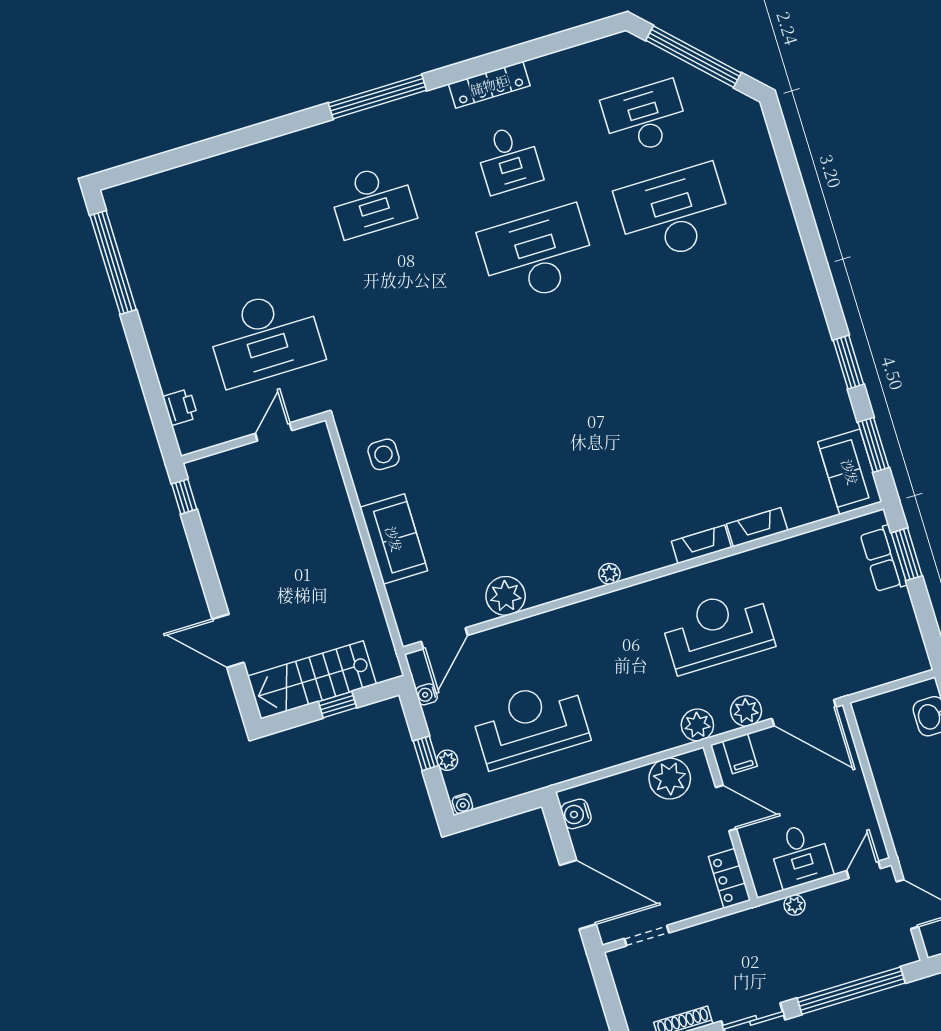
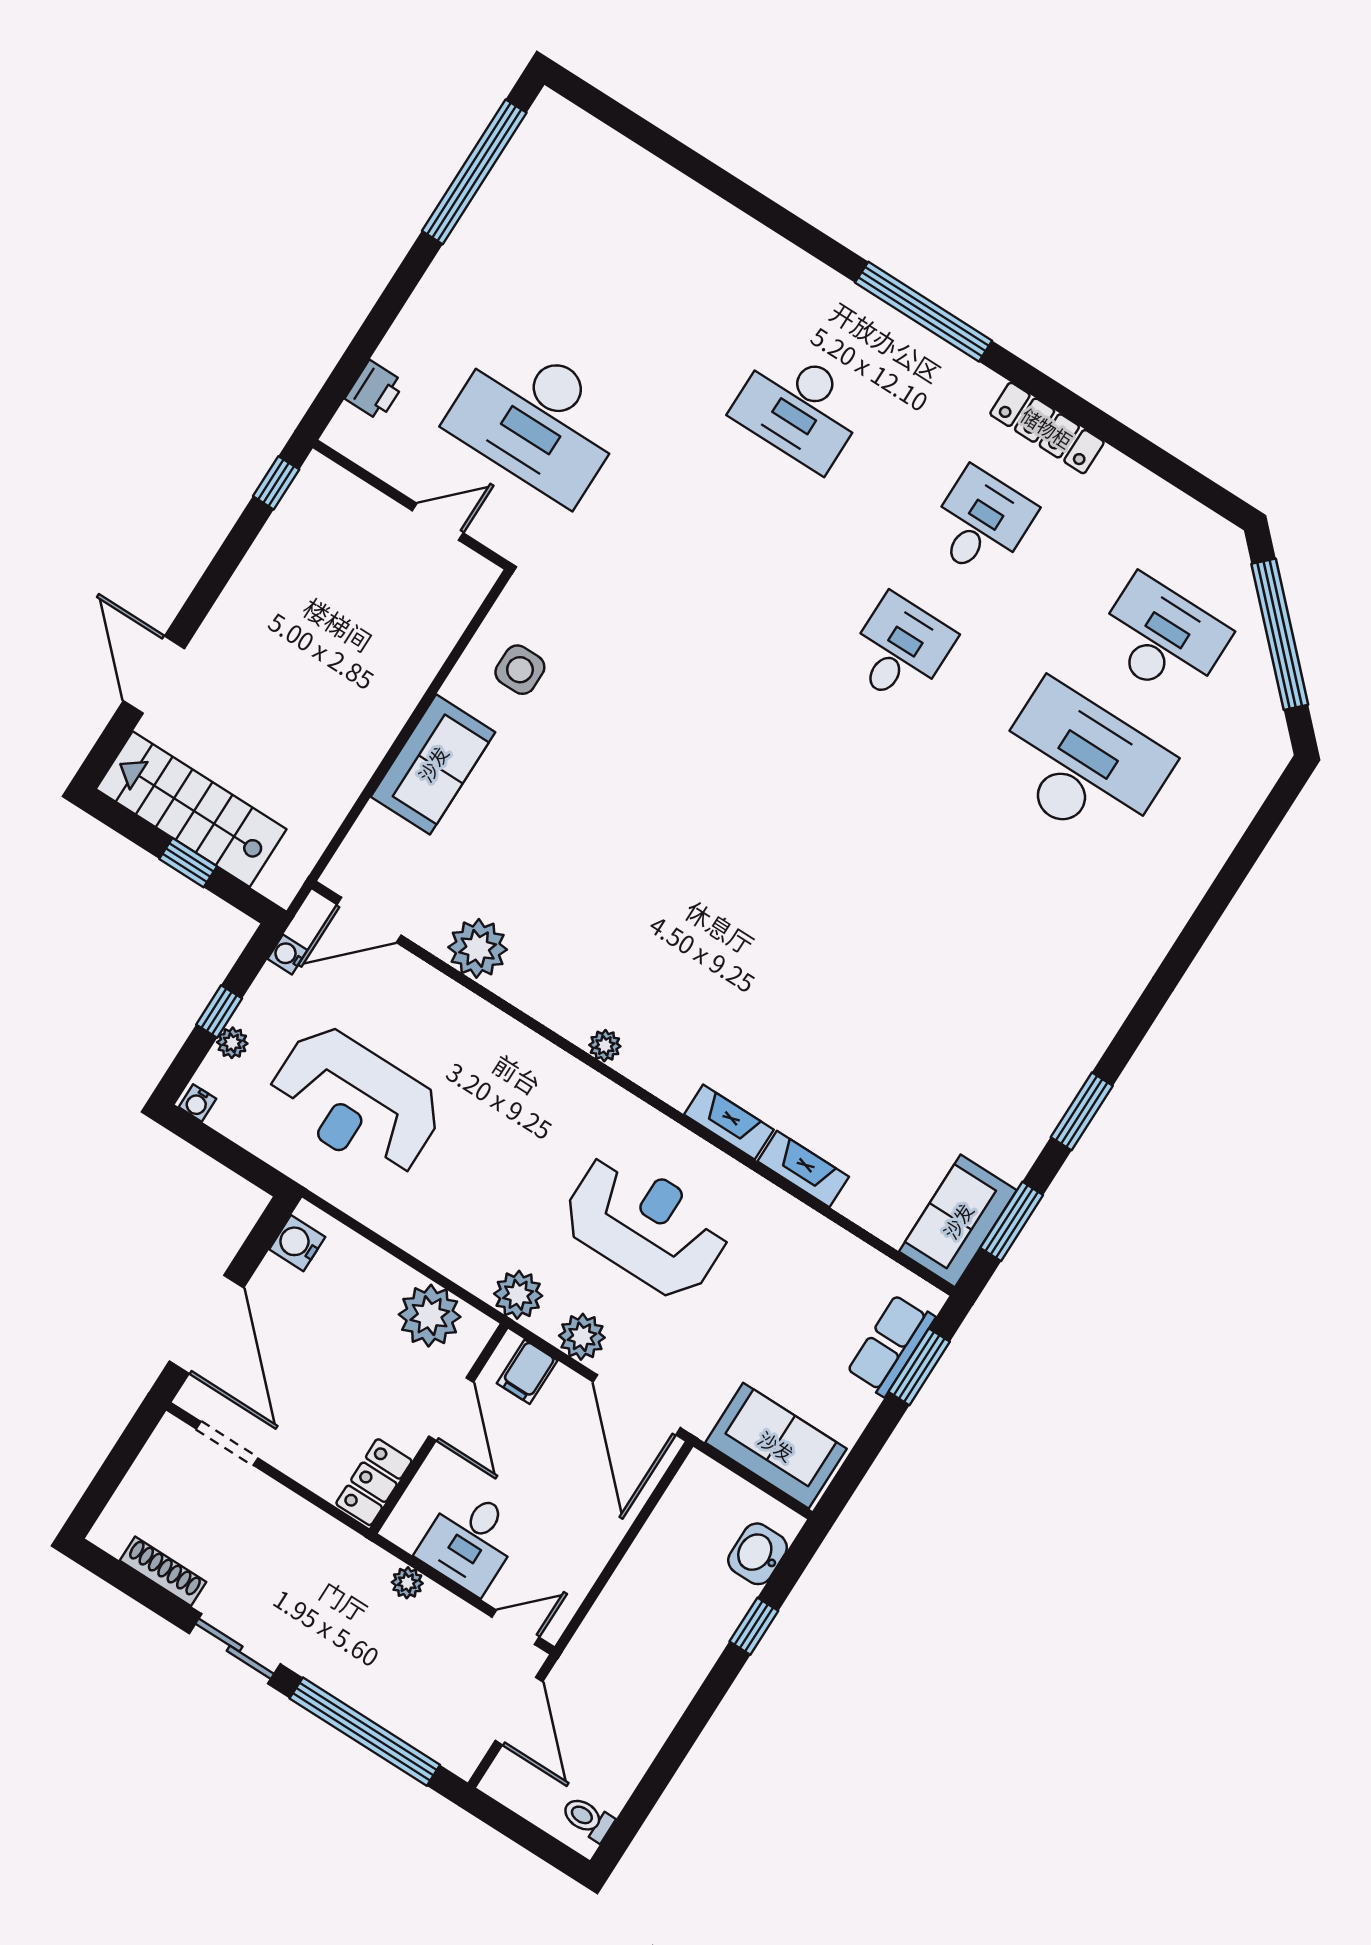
desk: (509, 159) -> (981, 523), turned 180
desk: (538, 255) -> (900, 650), width x0.53, depth x0.77
sofa: (885, 660) -> (776, 1446), added
reception desk: (530, 724) -> (356, 1102), turned 180

